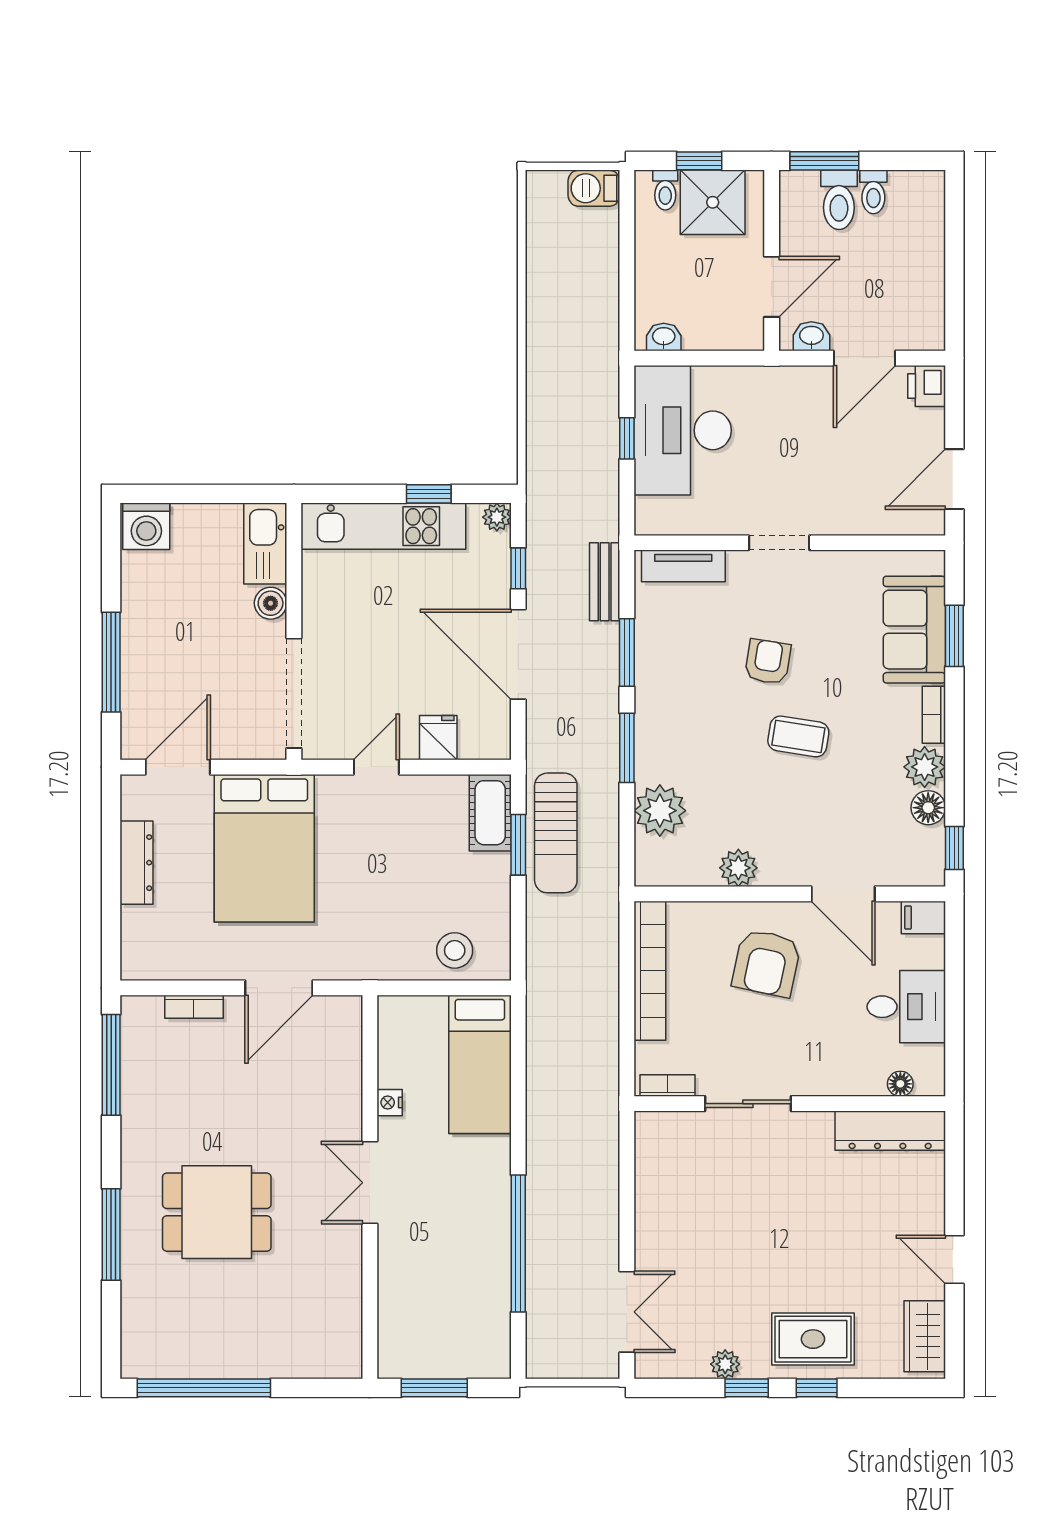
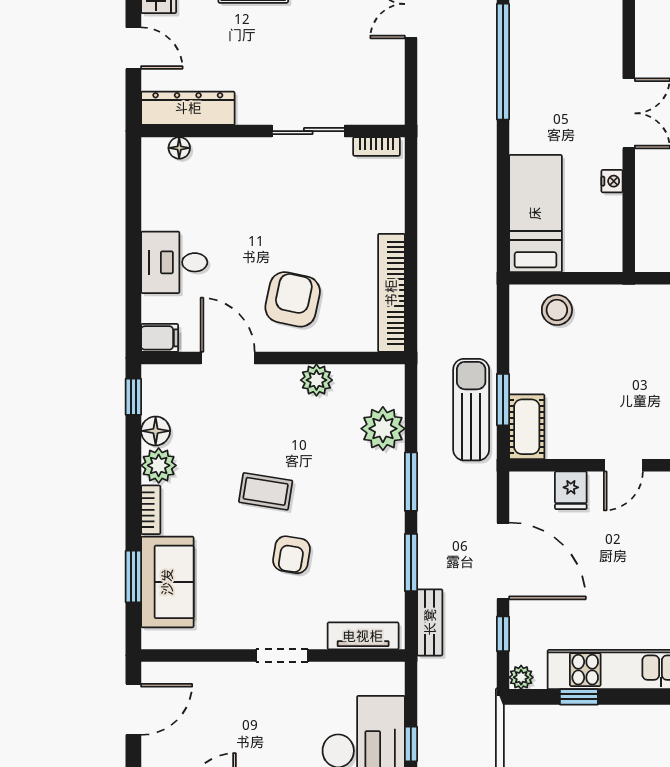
floor lamp: (900, 1084) -> (179, 148), moved
bookcase: (667, 1085) -> (376, 146), moved
sliding door: (748, 1104) -> (308, 131), moved
wall: (790, 1104) -> (273, 131), moved
dresser: (890, 1131) -> (188, 108), moved

